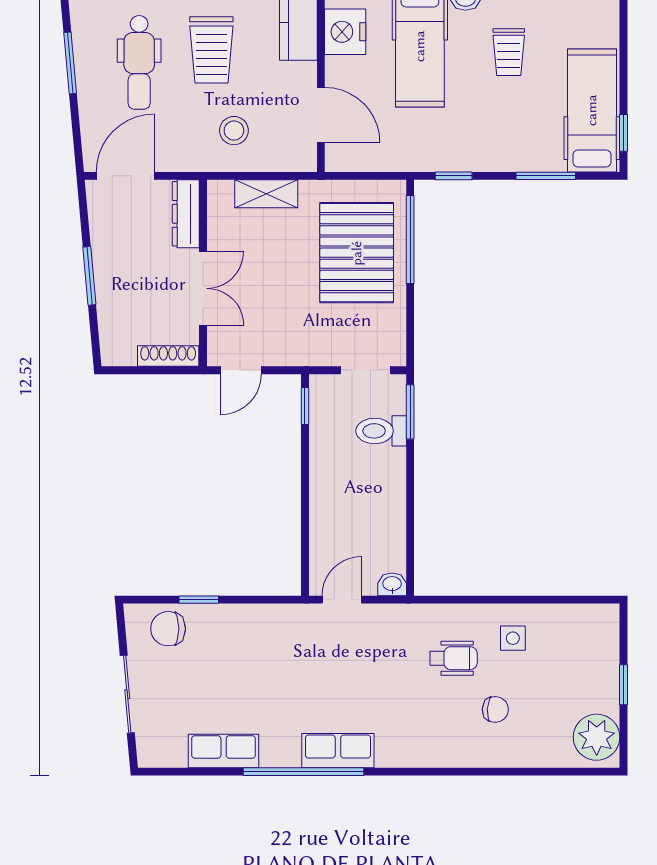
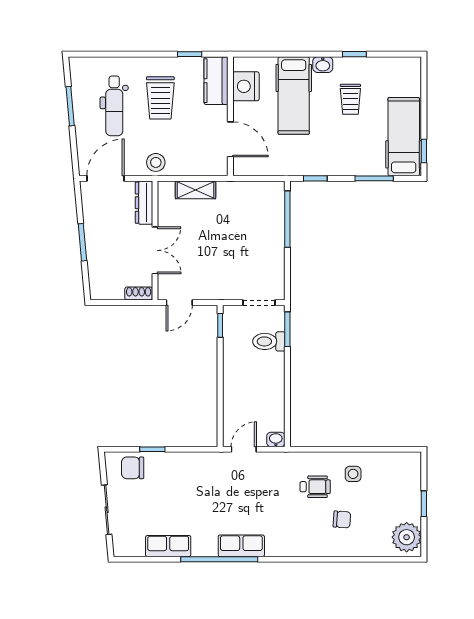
stool: (234, 131) -> (156, 162), moved
pallet: (357, 253) -> (253, 227), removed
shoe rack: (168, 356) -> (139, 294), width x0.70

